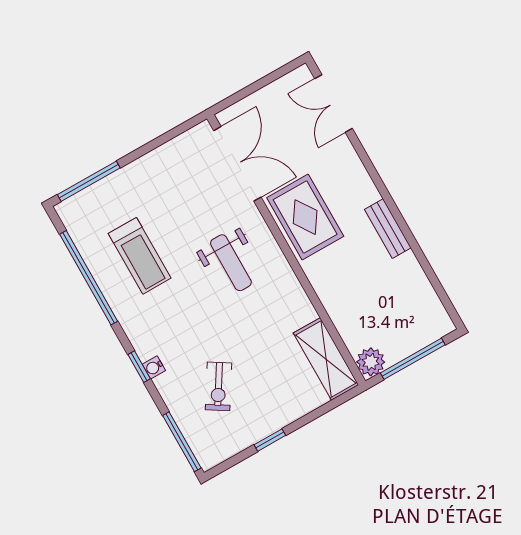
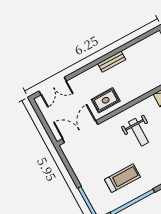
rug: (305, 217) -> (106, 100), width x0.73, depth x0.70
weight bench: (231, 263) -> (138, 132), moved, turned 90

